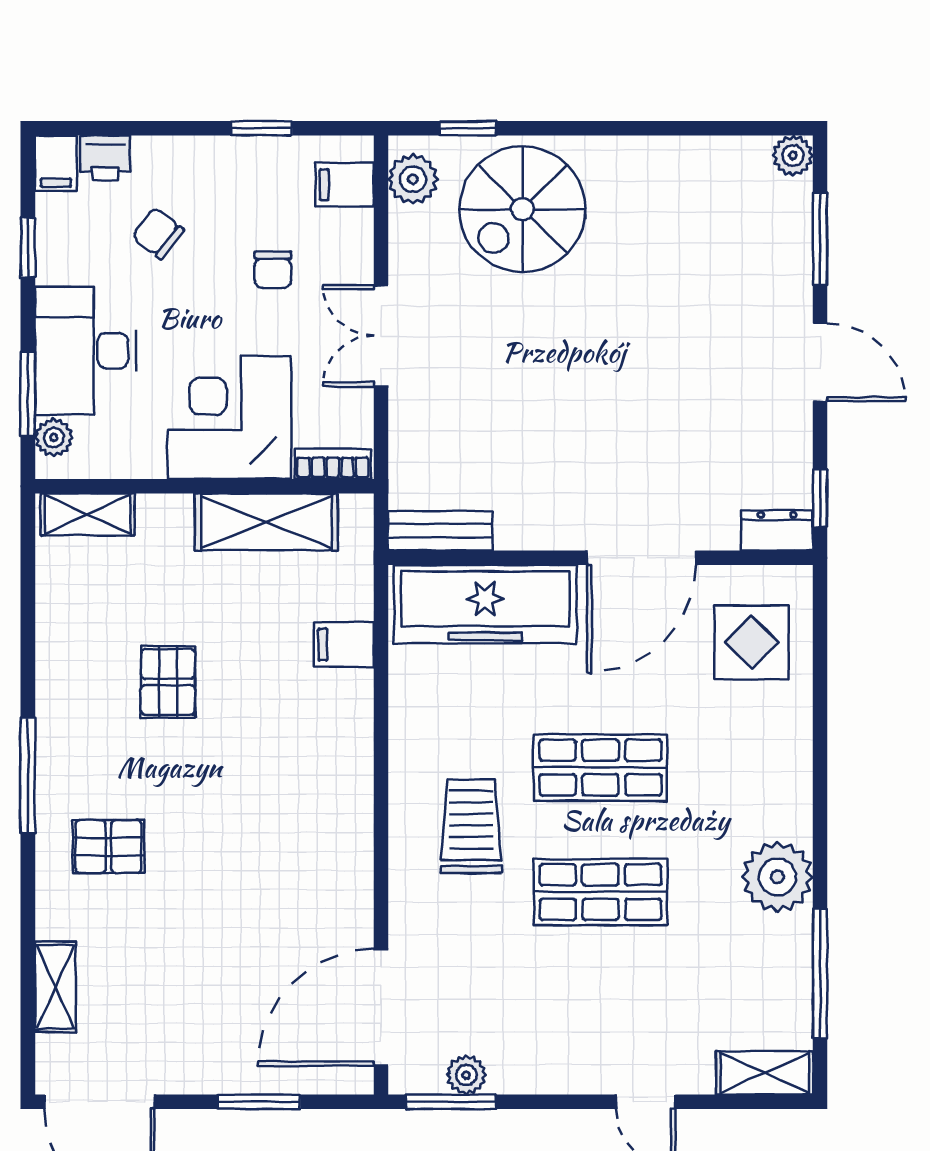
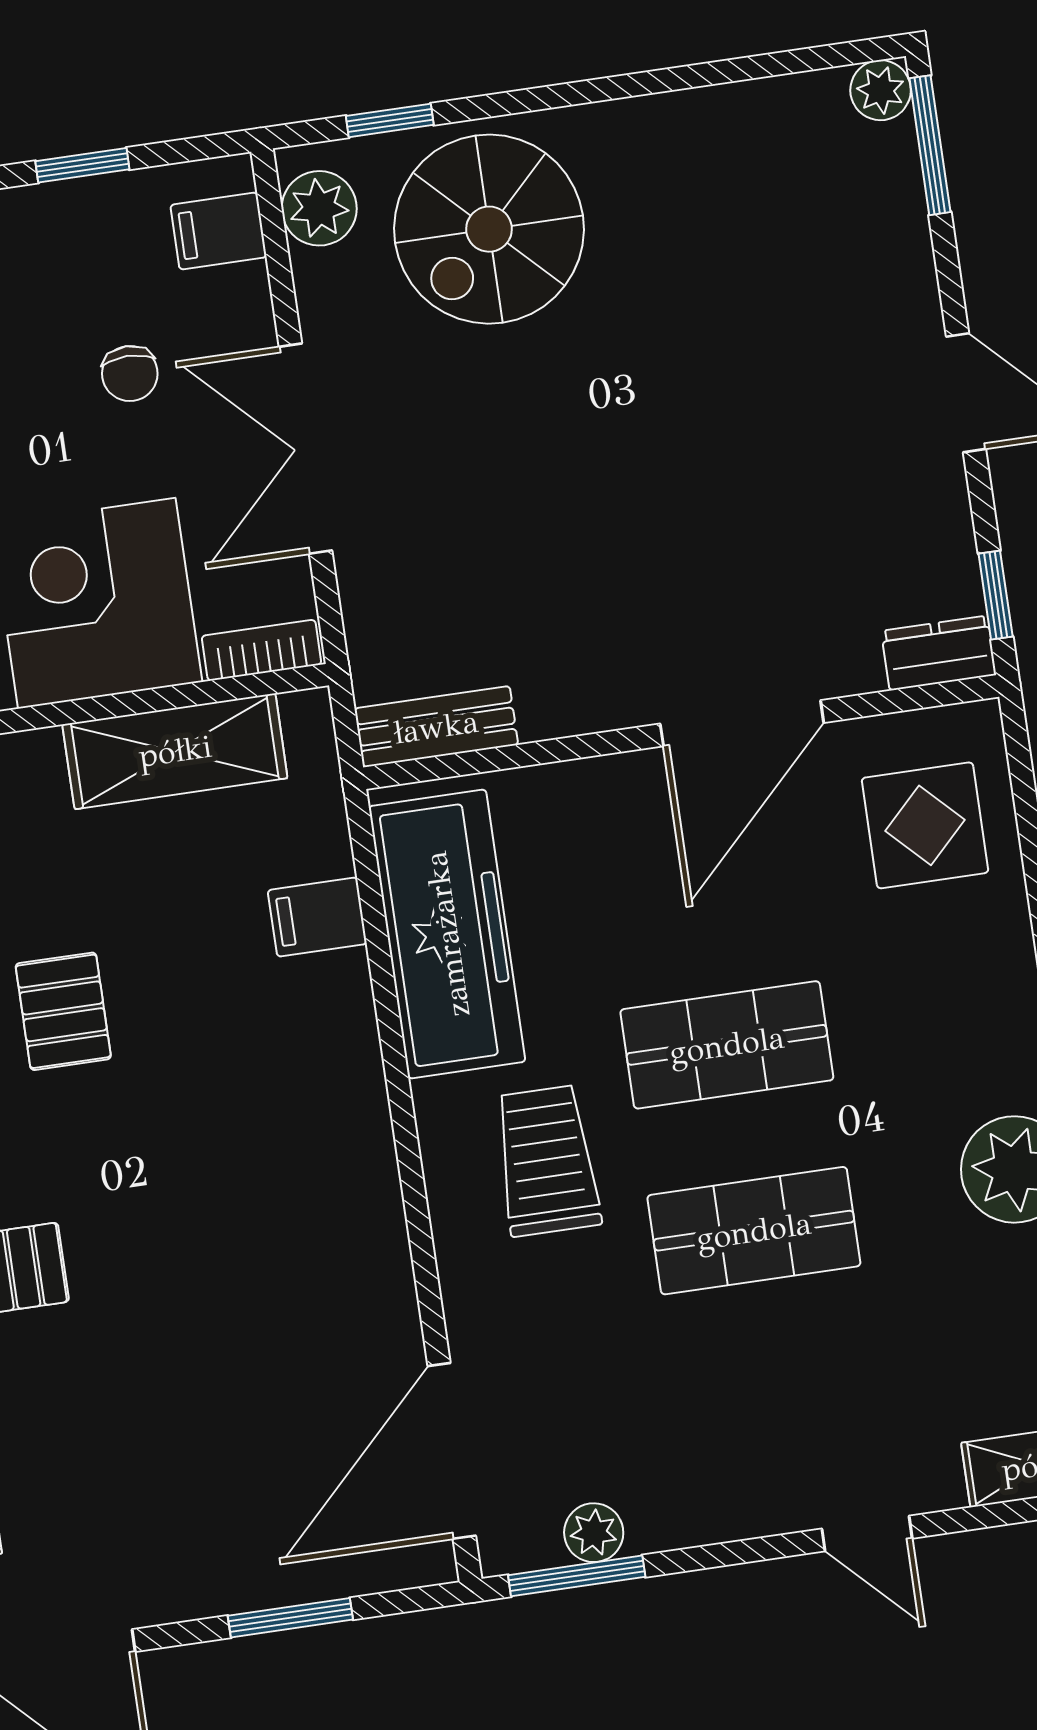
window: (820, 239) -> (930, 145), moved
double door: (381, 336) -> (306, 449), width x1.37
freezer: (485, 604) -> (447, 934), moved, turned -90

